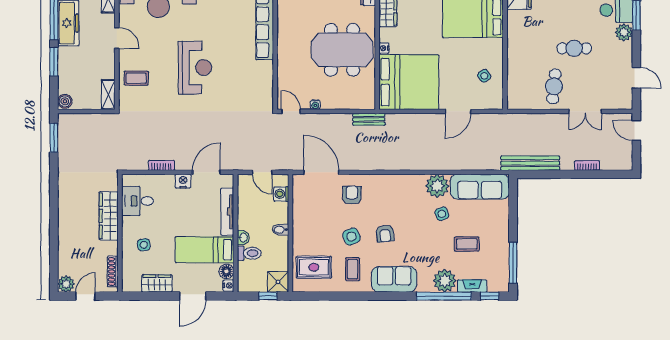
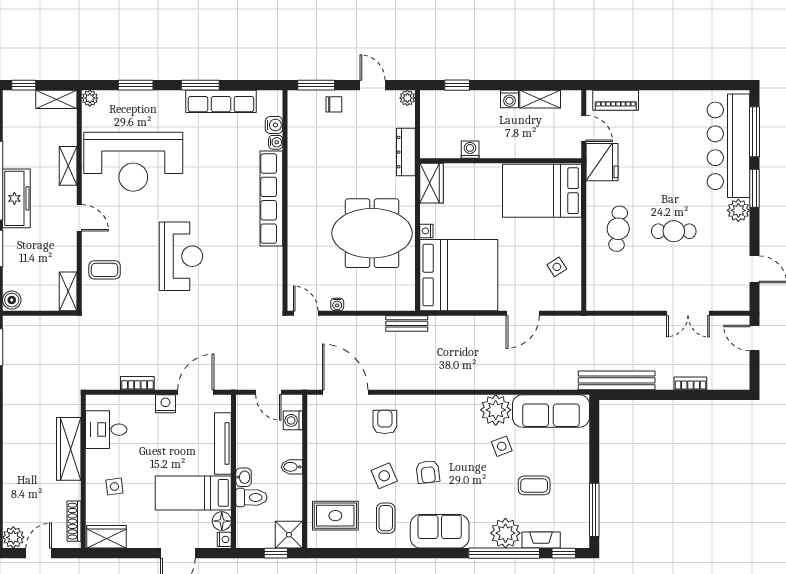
cafe table: (554, 86) -> (618, 229), moved
wardrobe: (157, 283) -> (106, 537), moved

